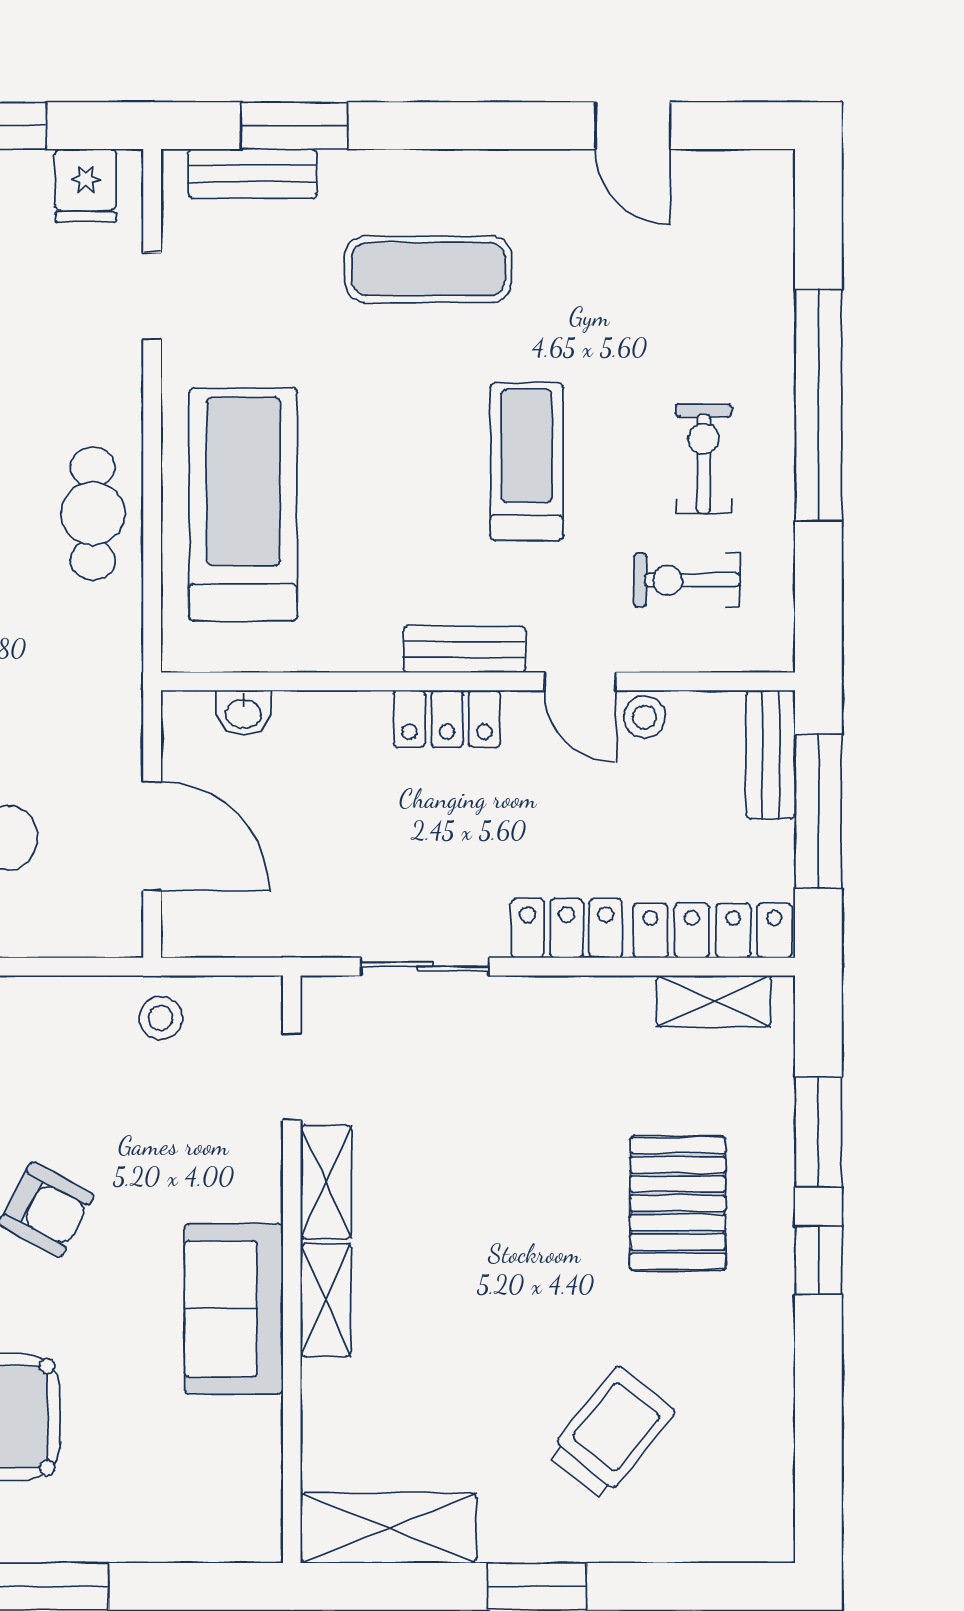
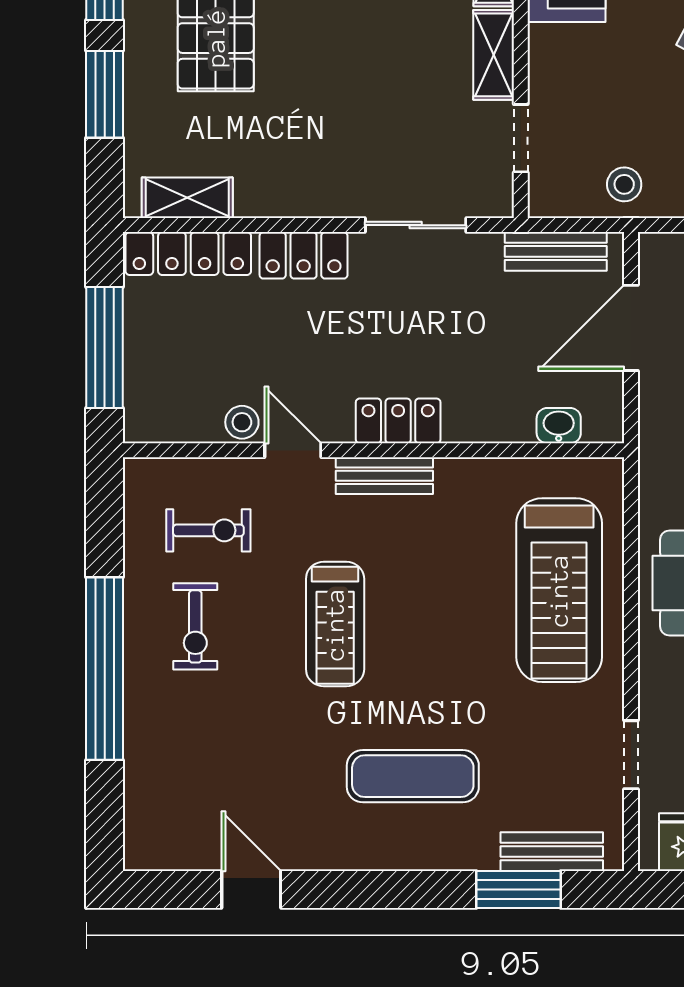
bench: (771, 755) -> (556, 251), moved, turned 90
door: (152, 836) -> (631, 328), hinge flipped

